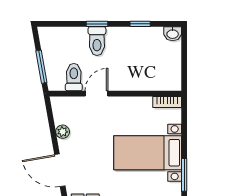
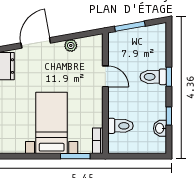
washbasin: (173, 34) -> (160, 128), moved
toilet: (74, 77) -> (120, 126), moved
window: (184, 175) -> (75, 156), moved

